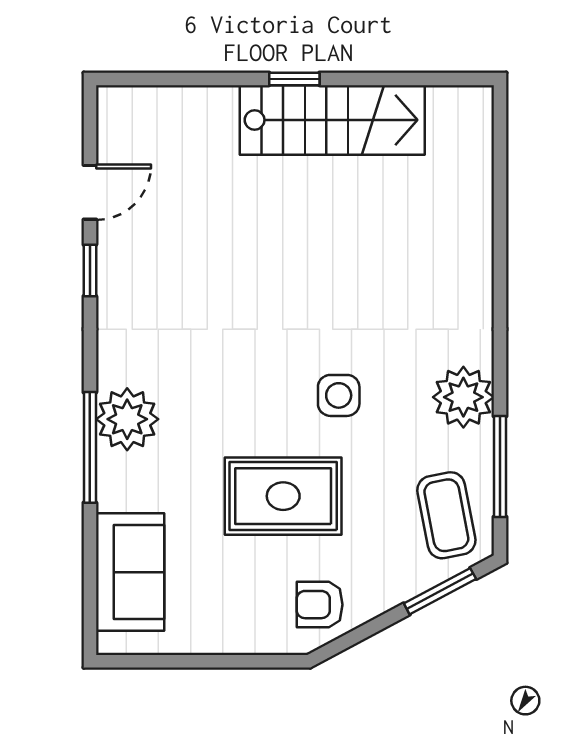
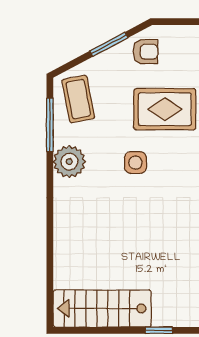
stairs: (332, 120) -> (102, 309), moved
window: (440, 591) -> (109, 44), moved

